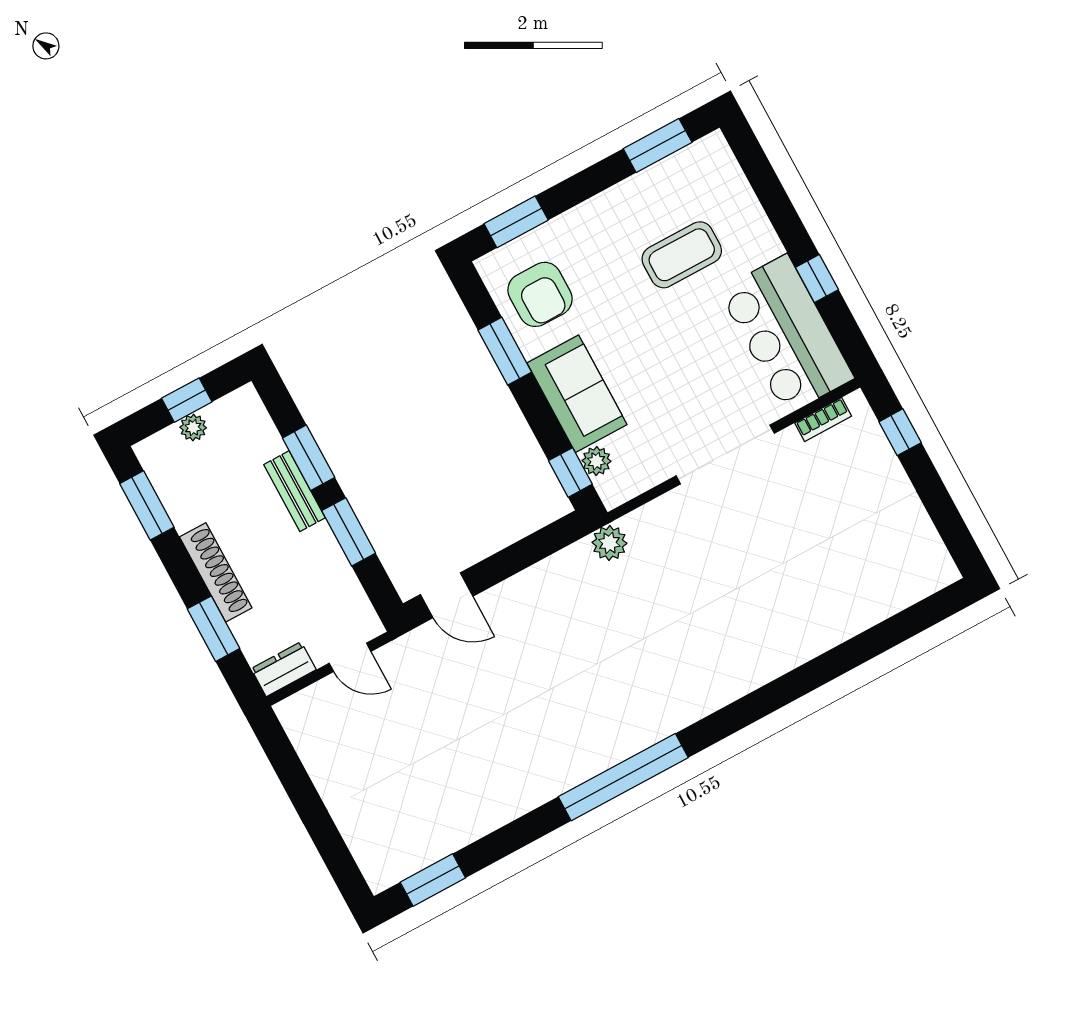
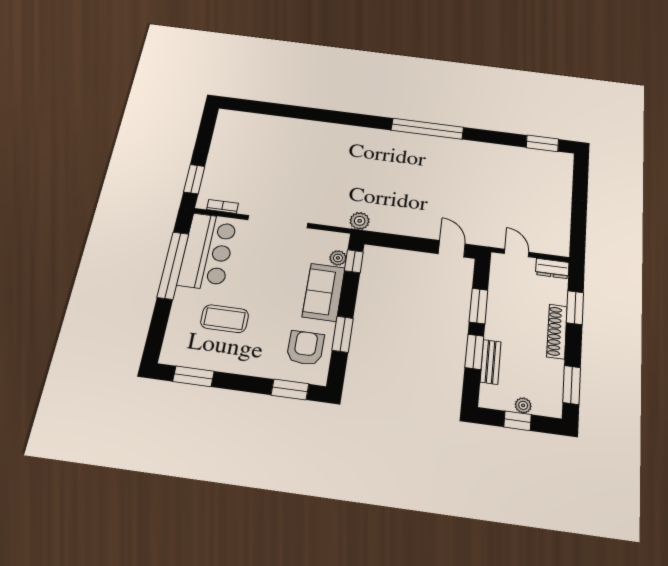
window: (817, 278) -> (173, 265), width x3.17
window: (900, 432) -> (194, 179), width x1.50
bench: (294, 491) -> (491, 362), moved

